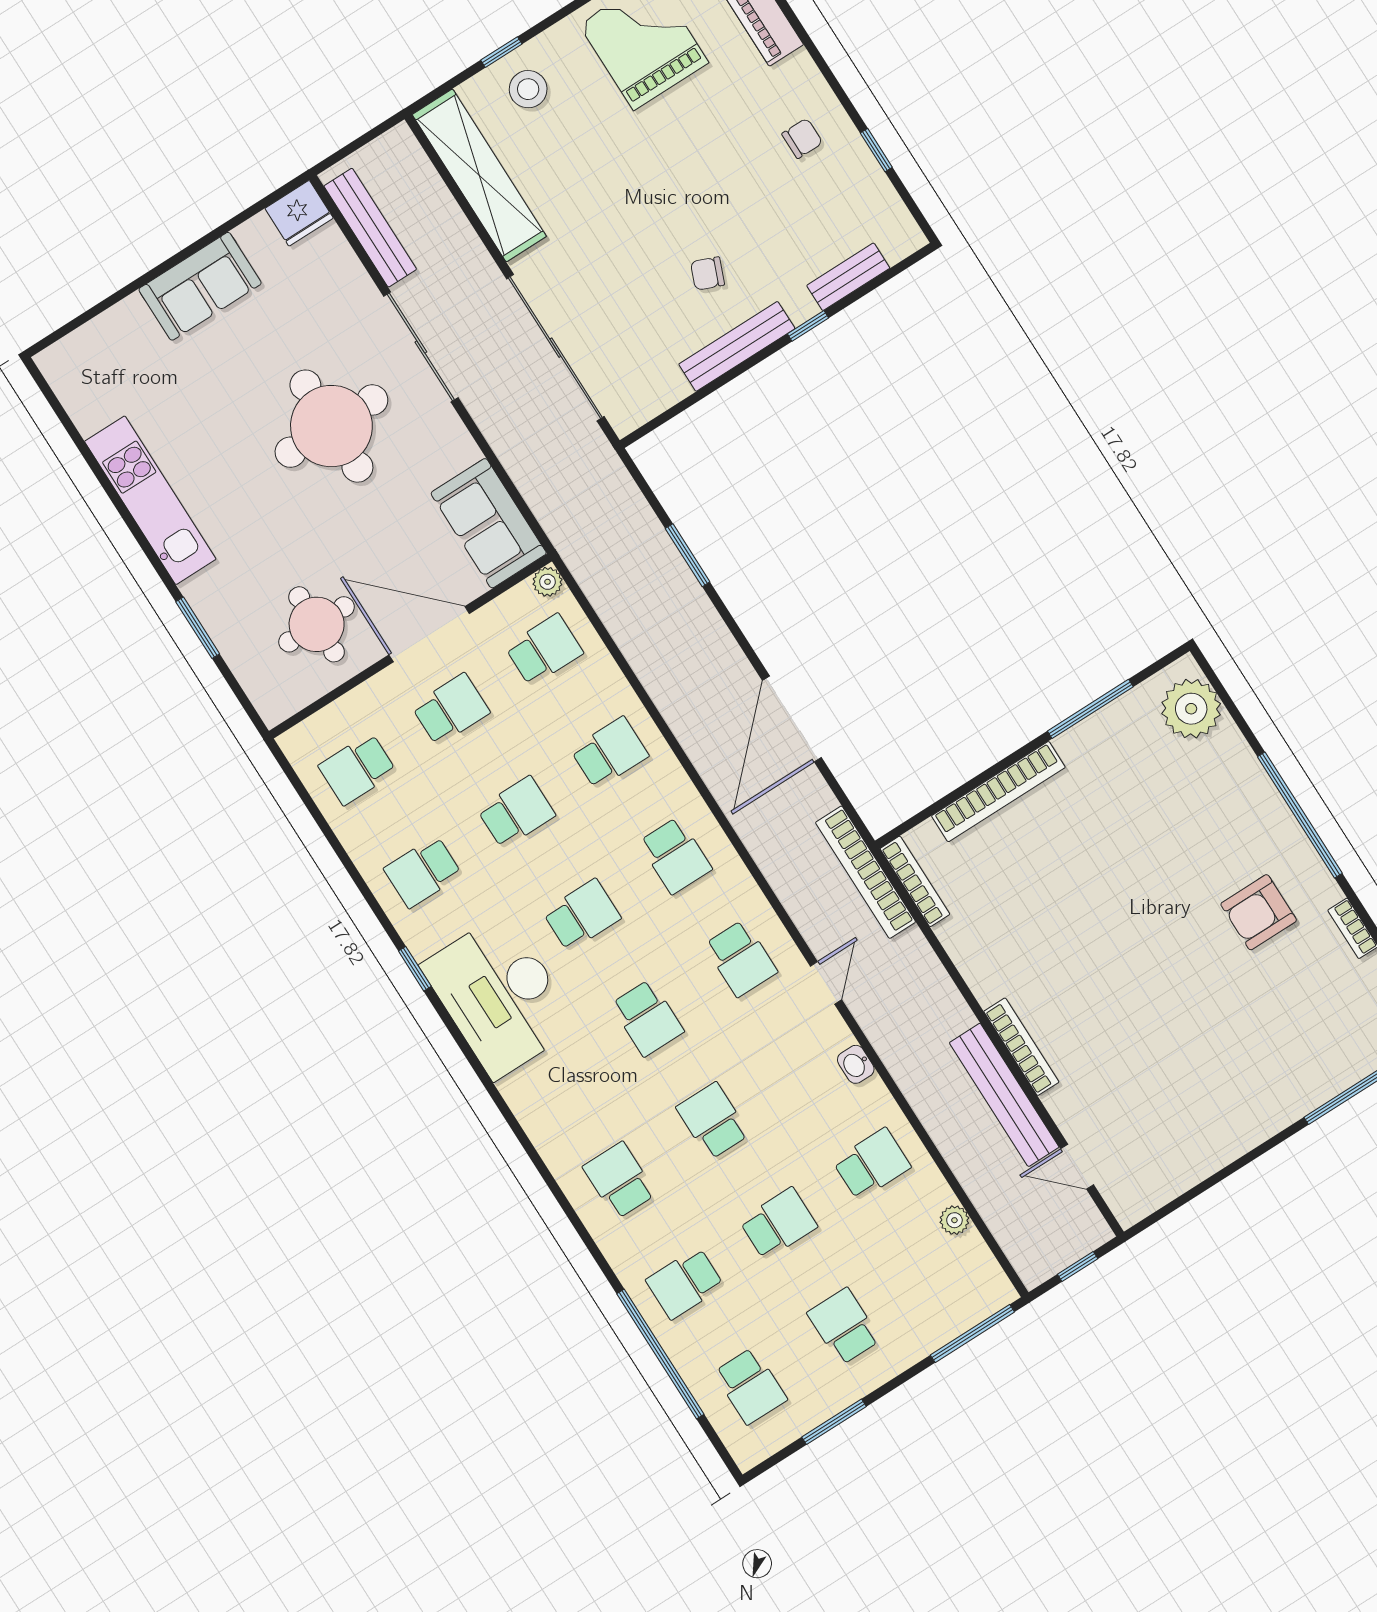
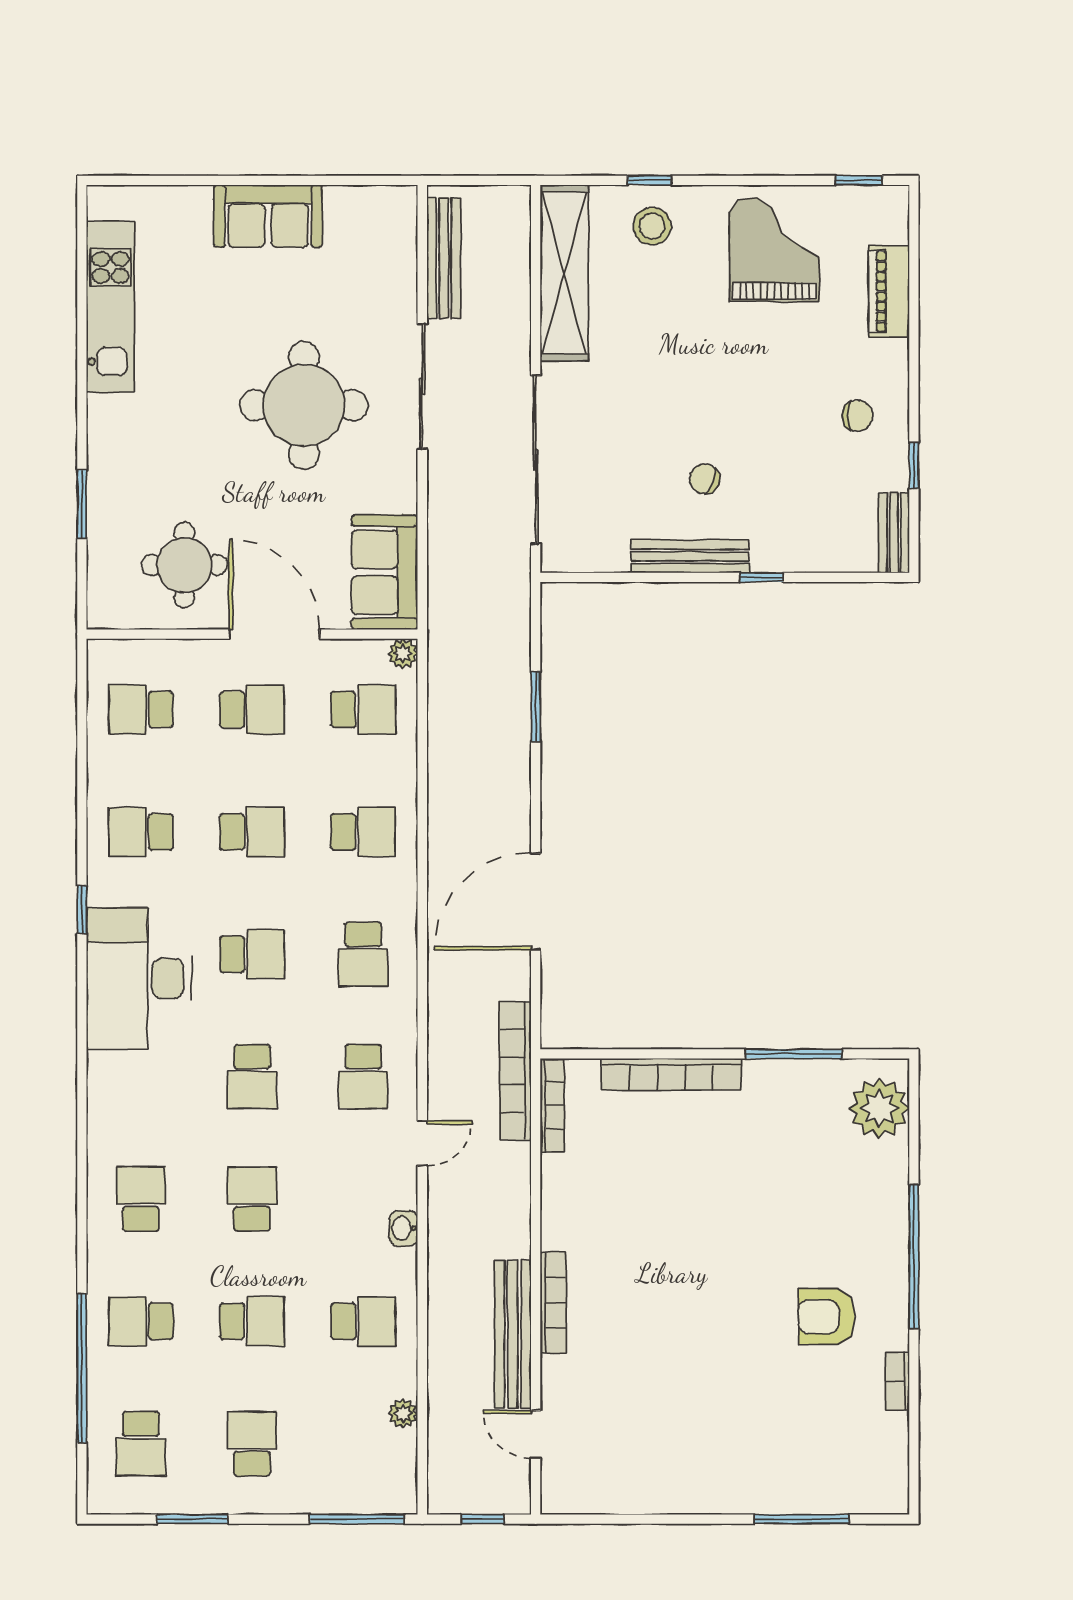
fridge: (299, 213) -> (391, 208), removed
bench: (848, 277) -> (894, 533), moved, turned 90
kitchen unit: (150, 500) -> (111, 307), moved

